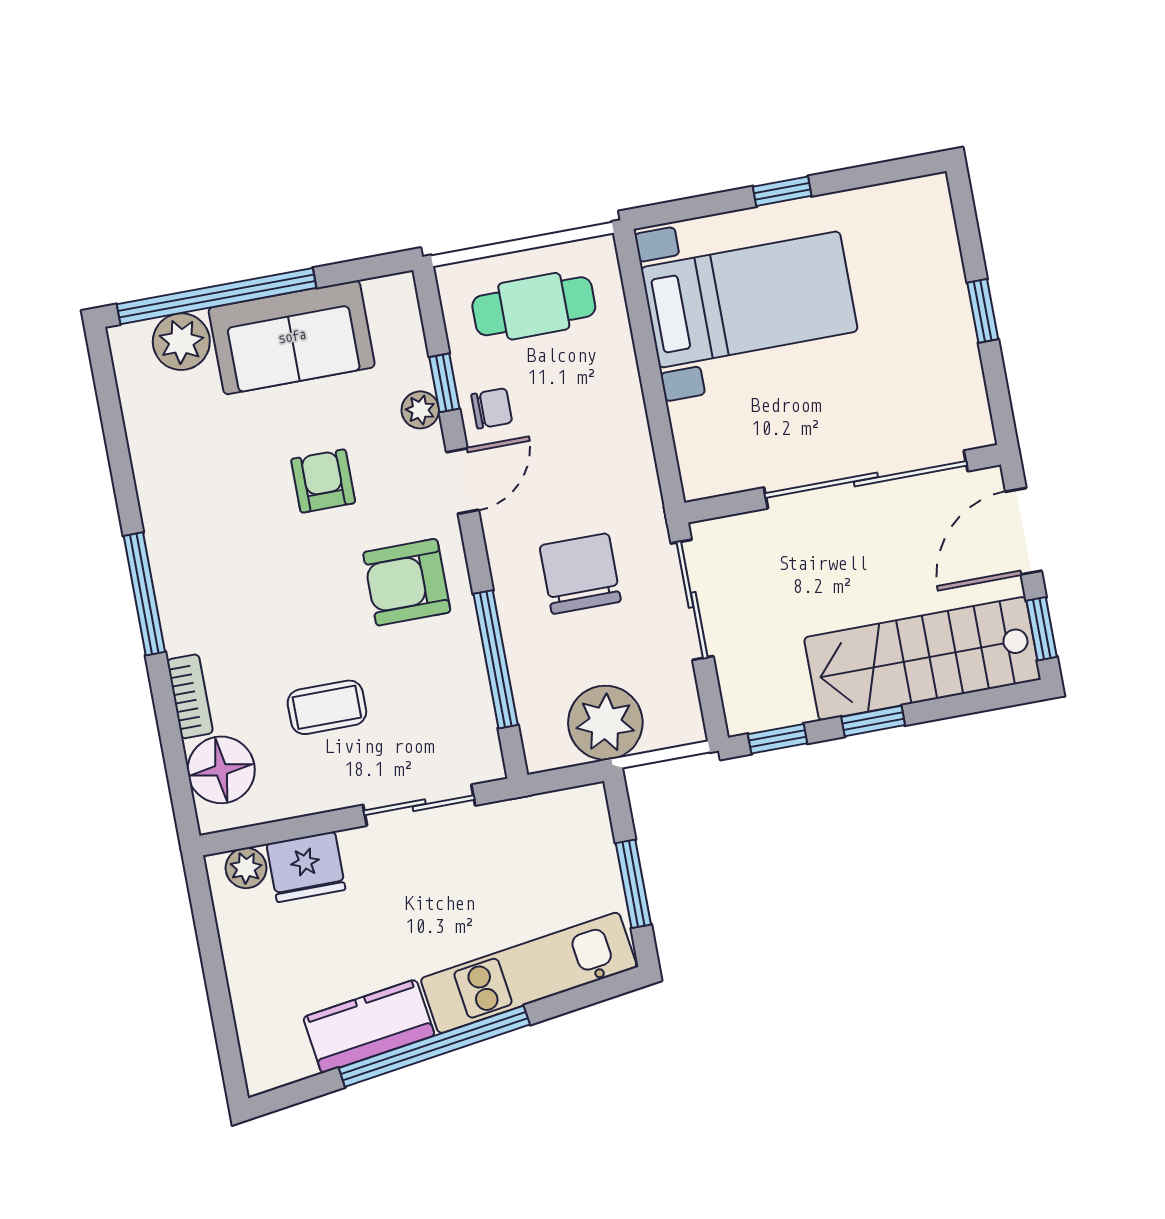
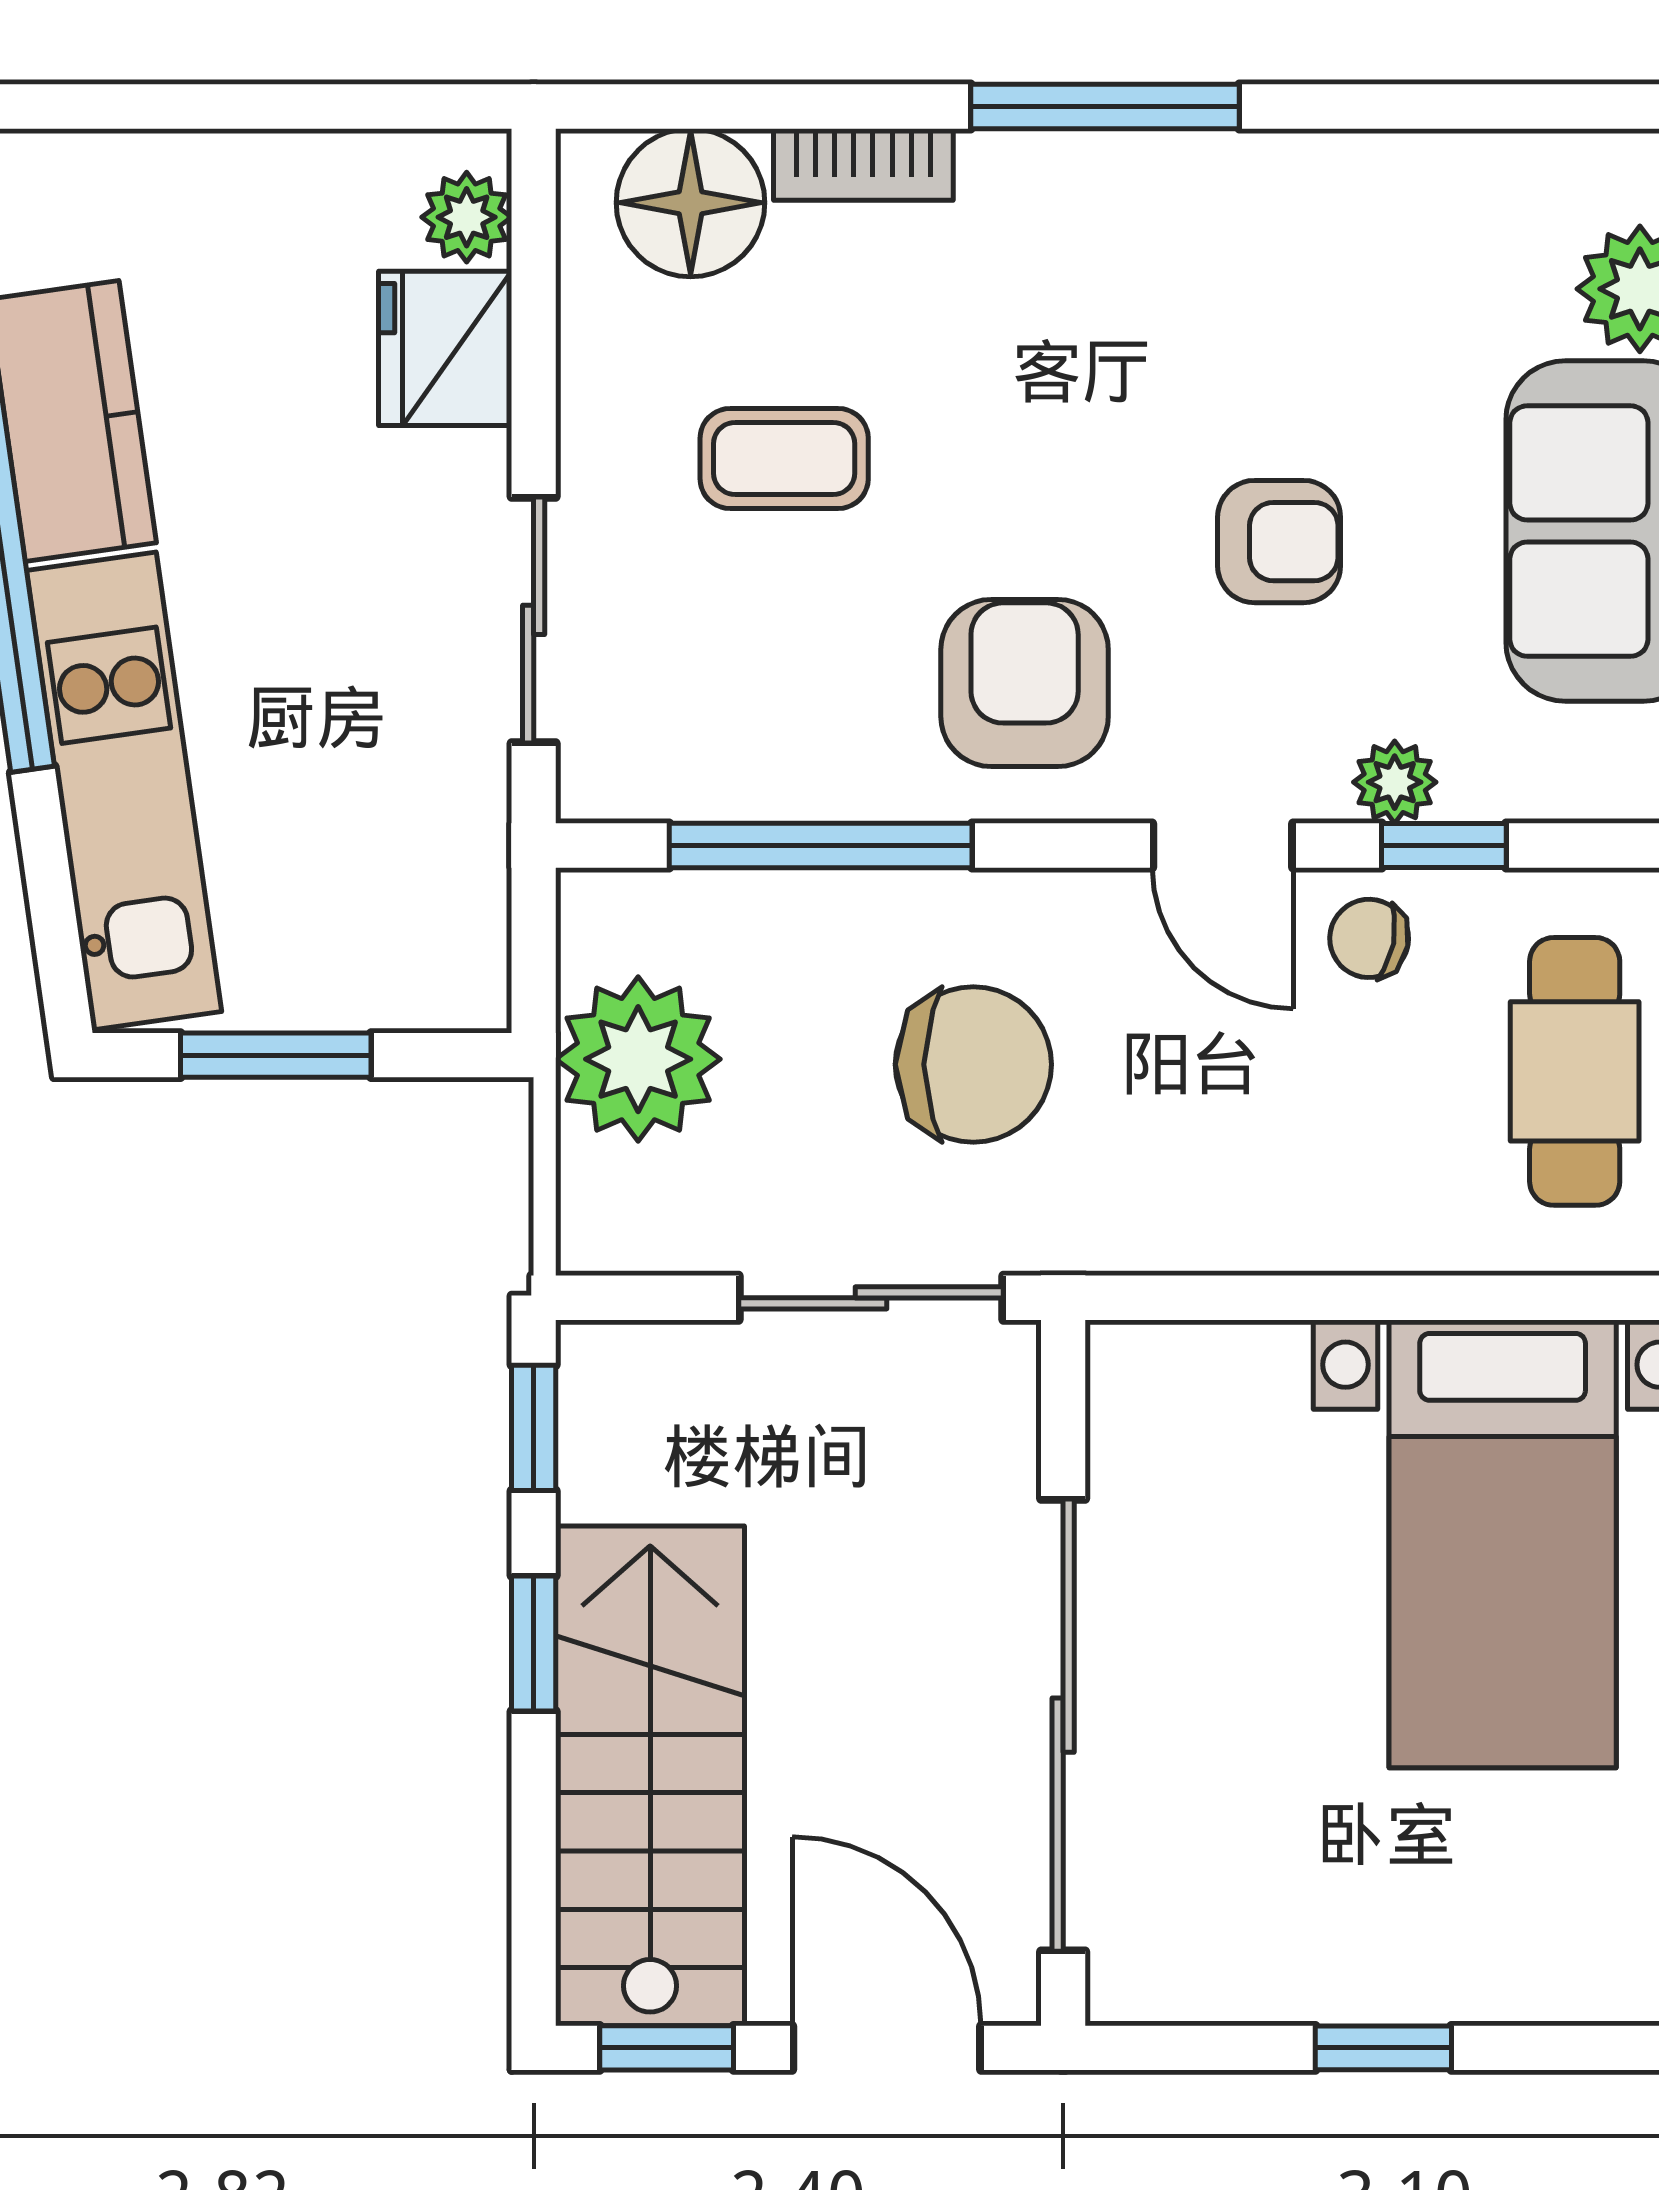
chair: (492, 408) -> (1369, 938), turned 101
coffee table: (327, 707) -> (784, 458), turned 90

